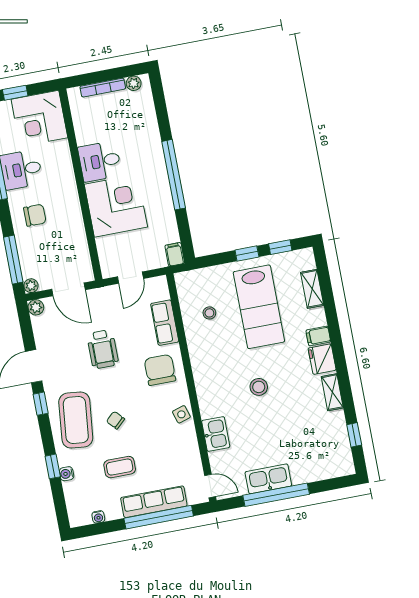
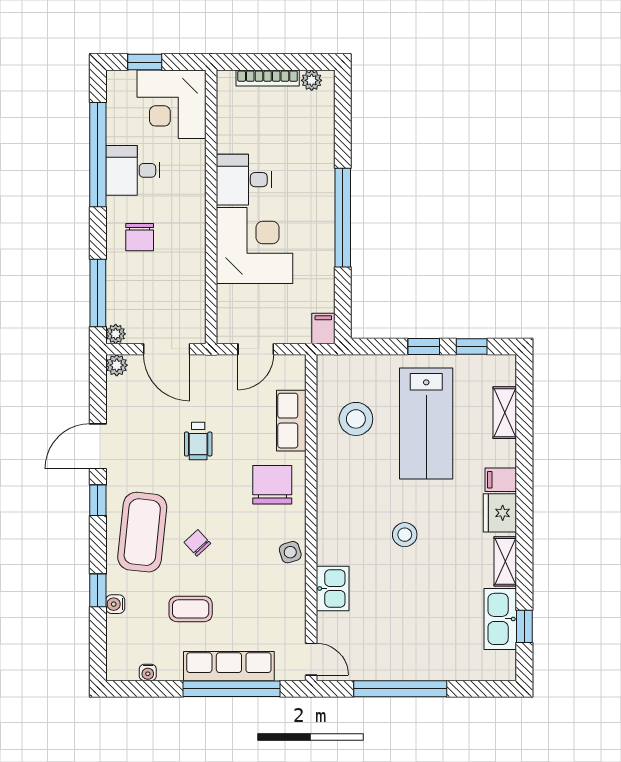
chair: (35, 215) -> (140, 237), turned 90
stool: (209, 313) -> (356, 419), width x1.89, depth x1.89
wheelchair: (103, 349) -> (198, 441), width x0.73, depth x0.73
kitchen sink: (268, 479) -> (500, 619), moved, turned -90

